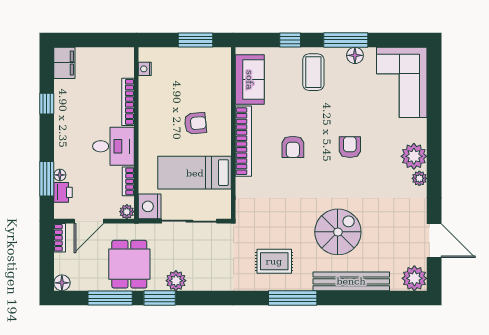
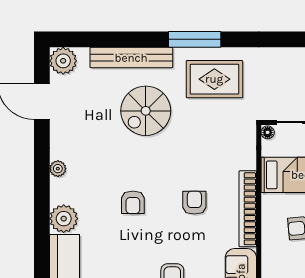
plant: (414, 156) -> (64, 219), moved
floor lamp: (225, 212) -> (268, 132), added
rug: (274, 261) -> (214, 79), width x1.36, depth x1.43

